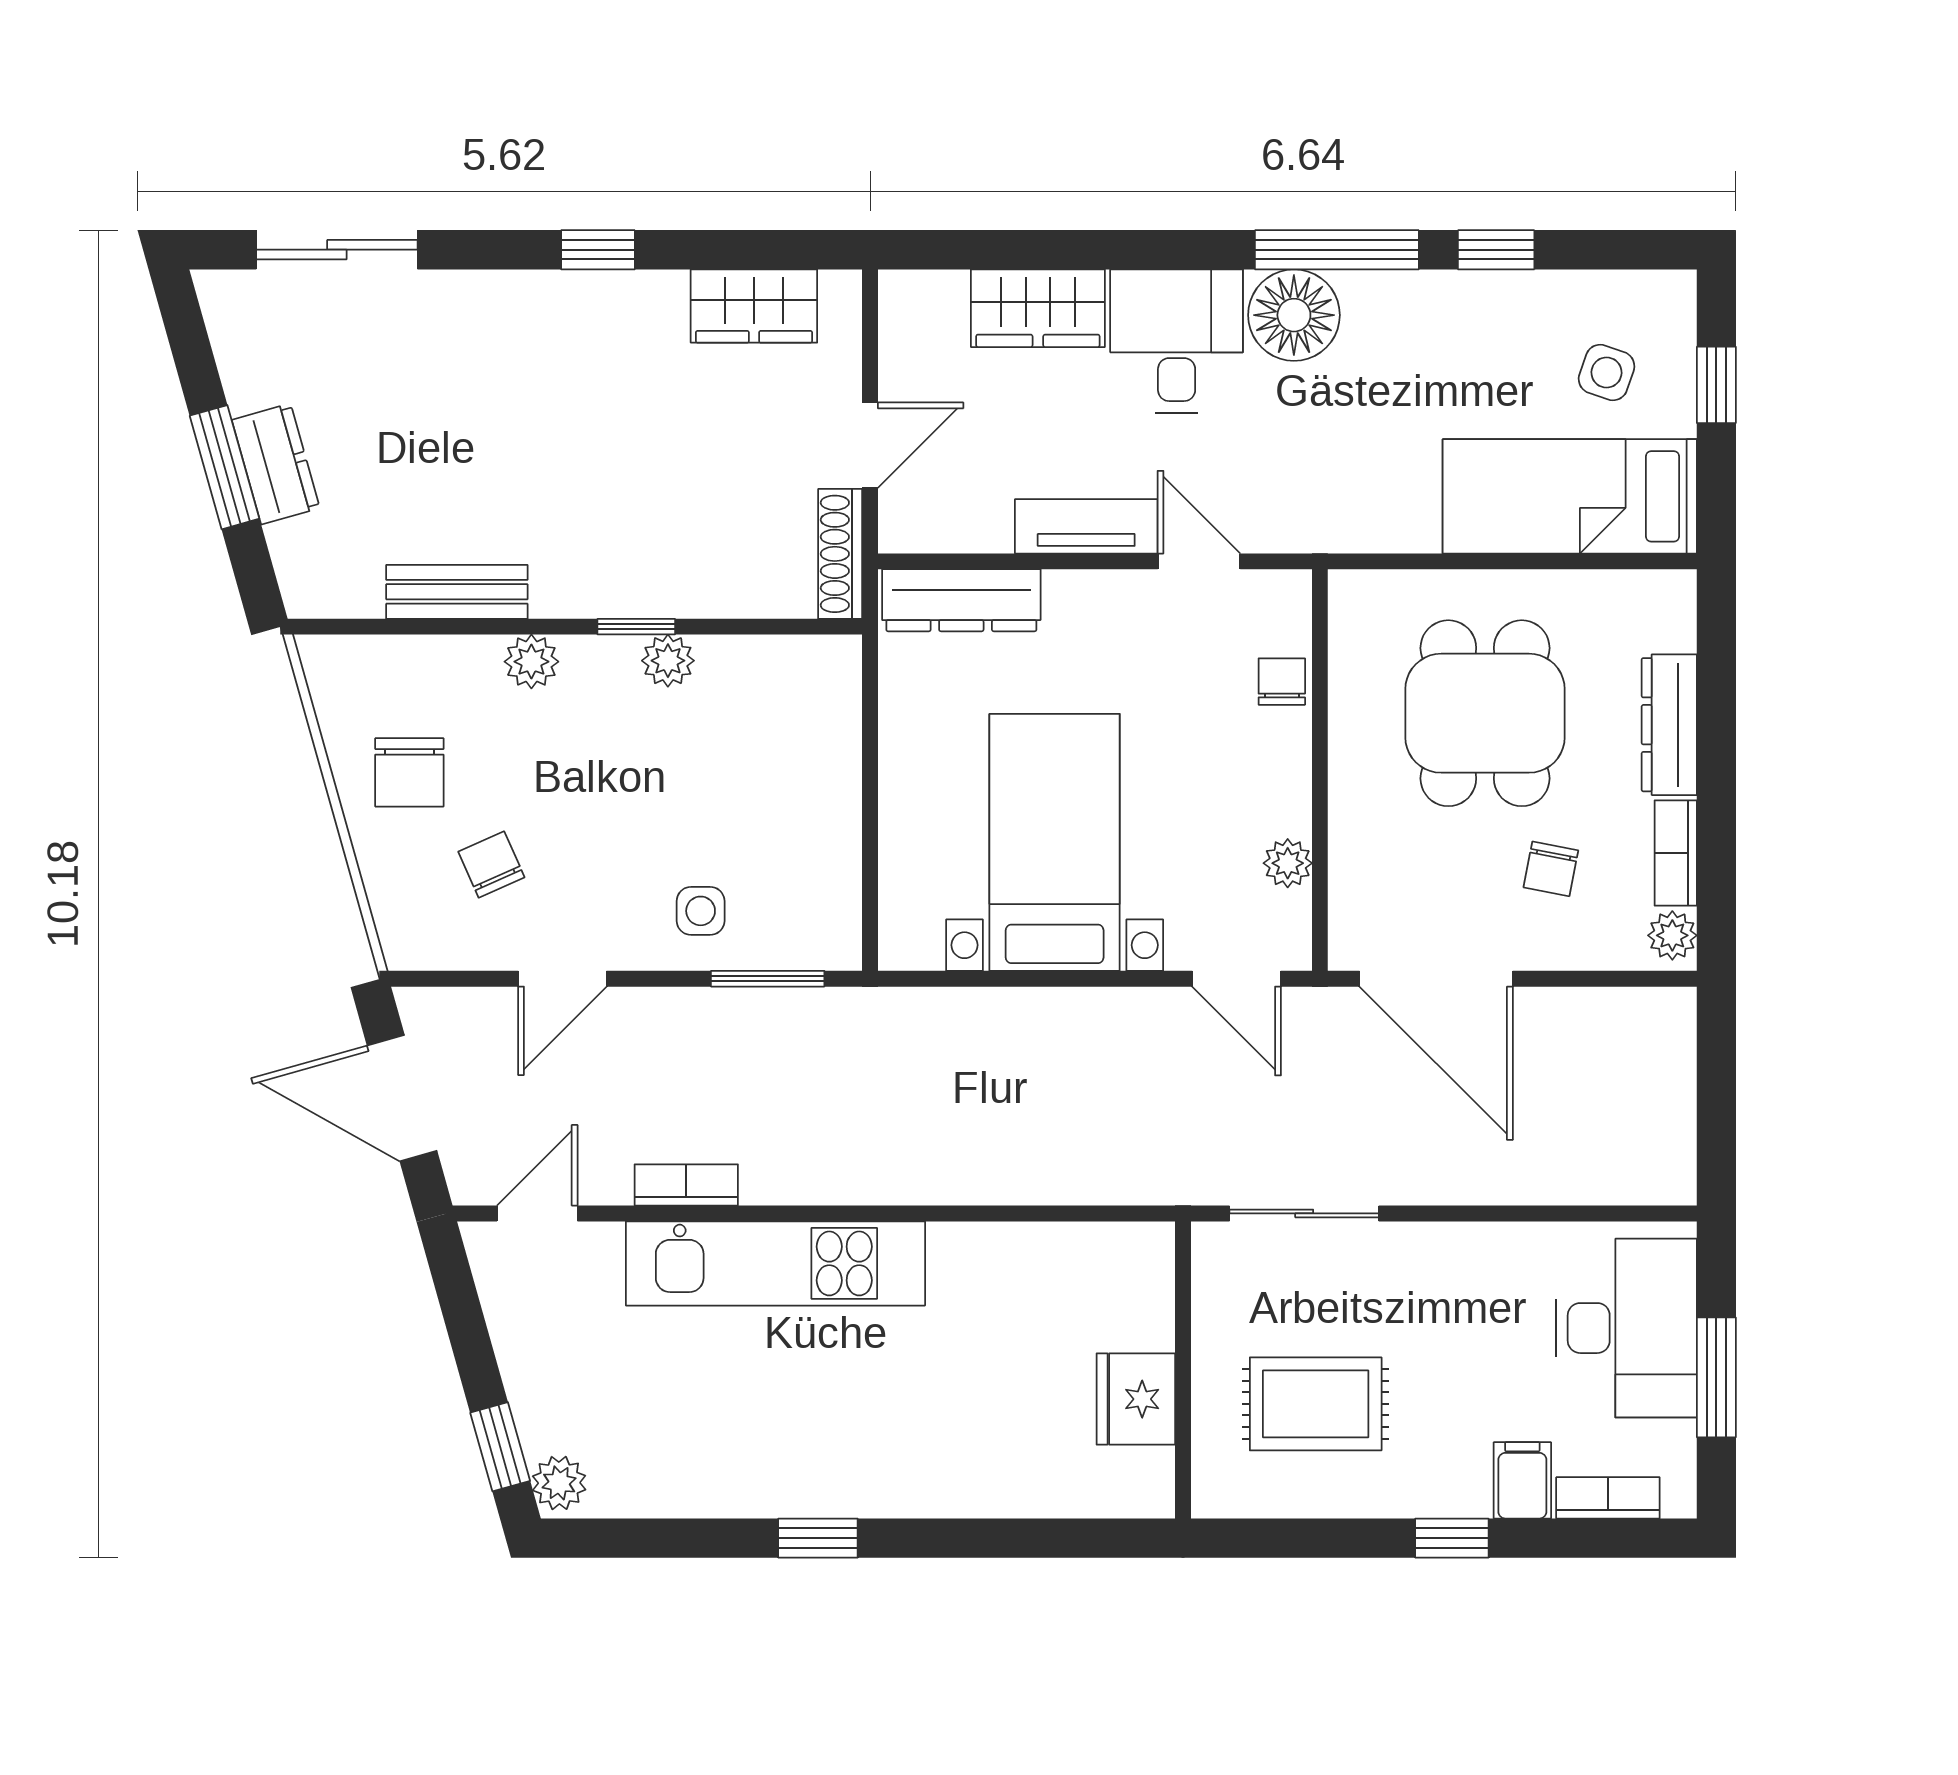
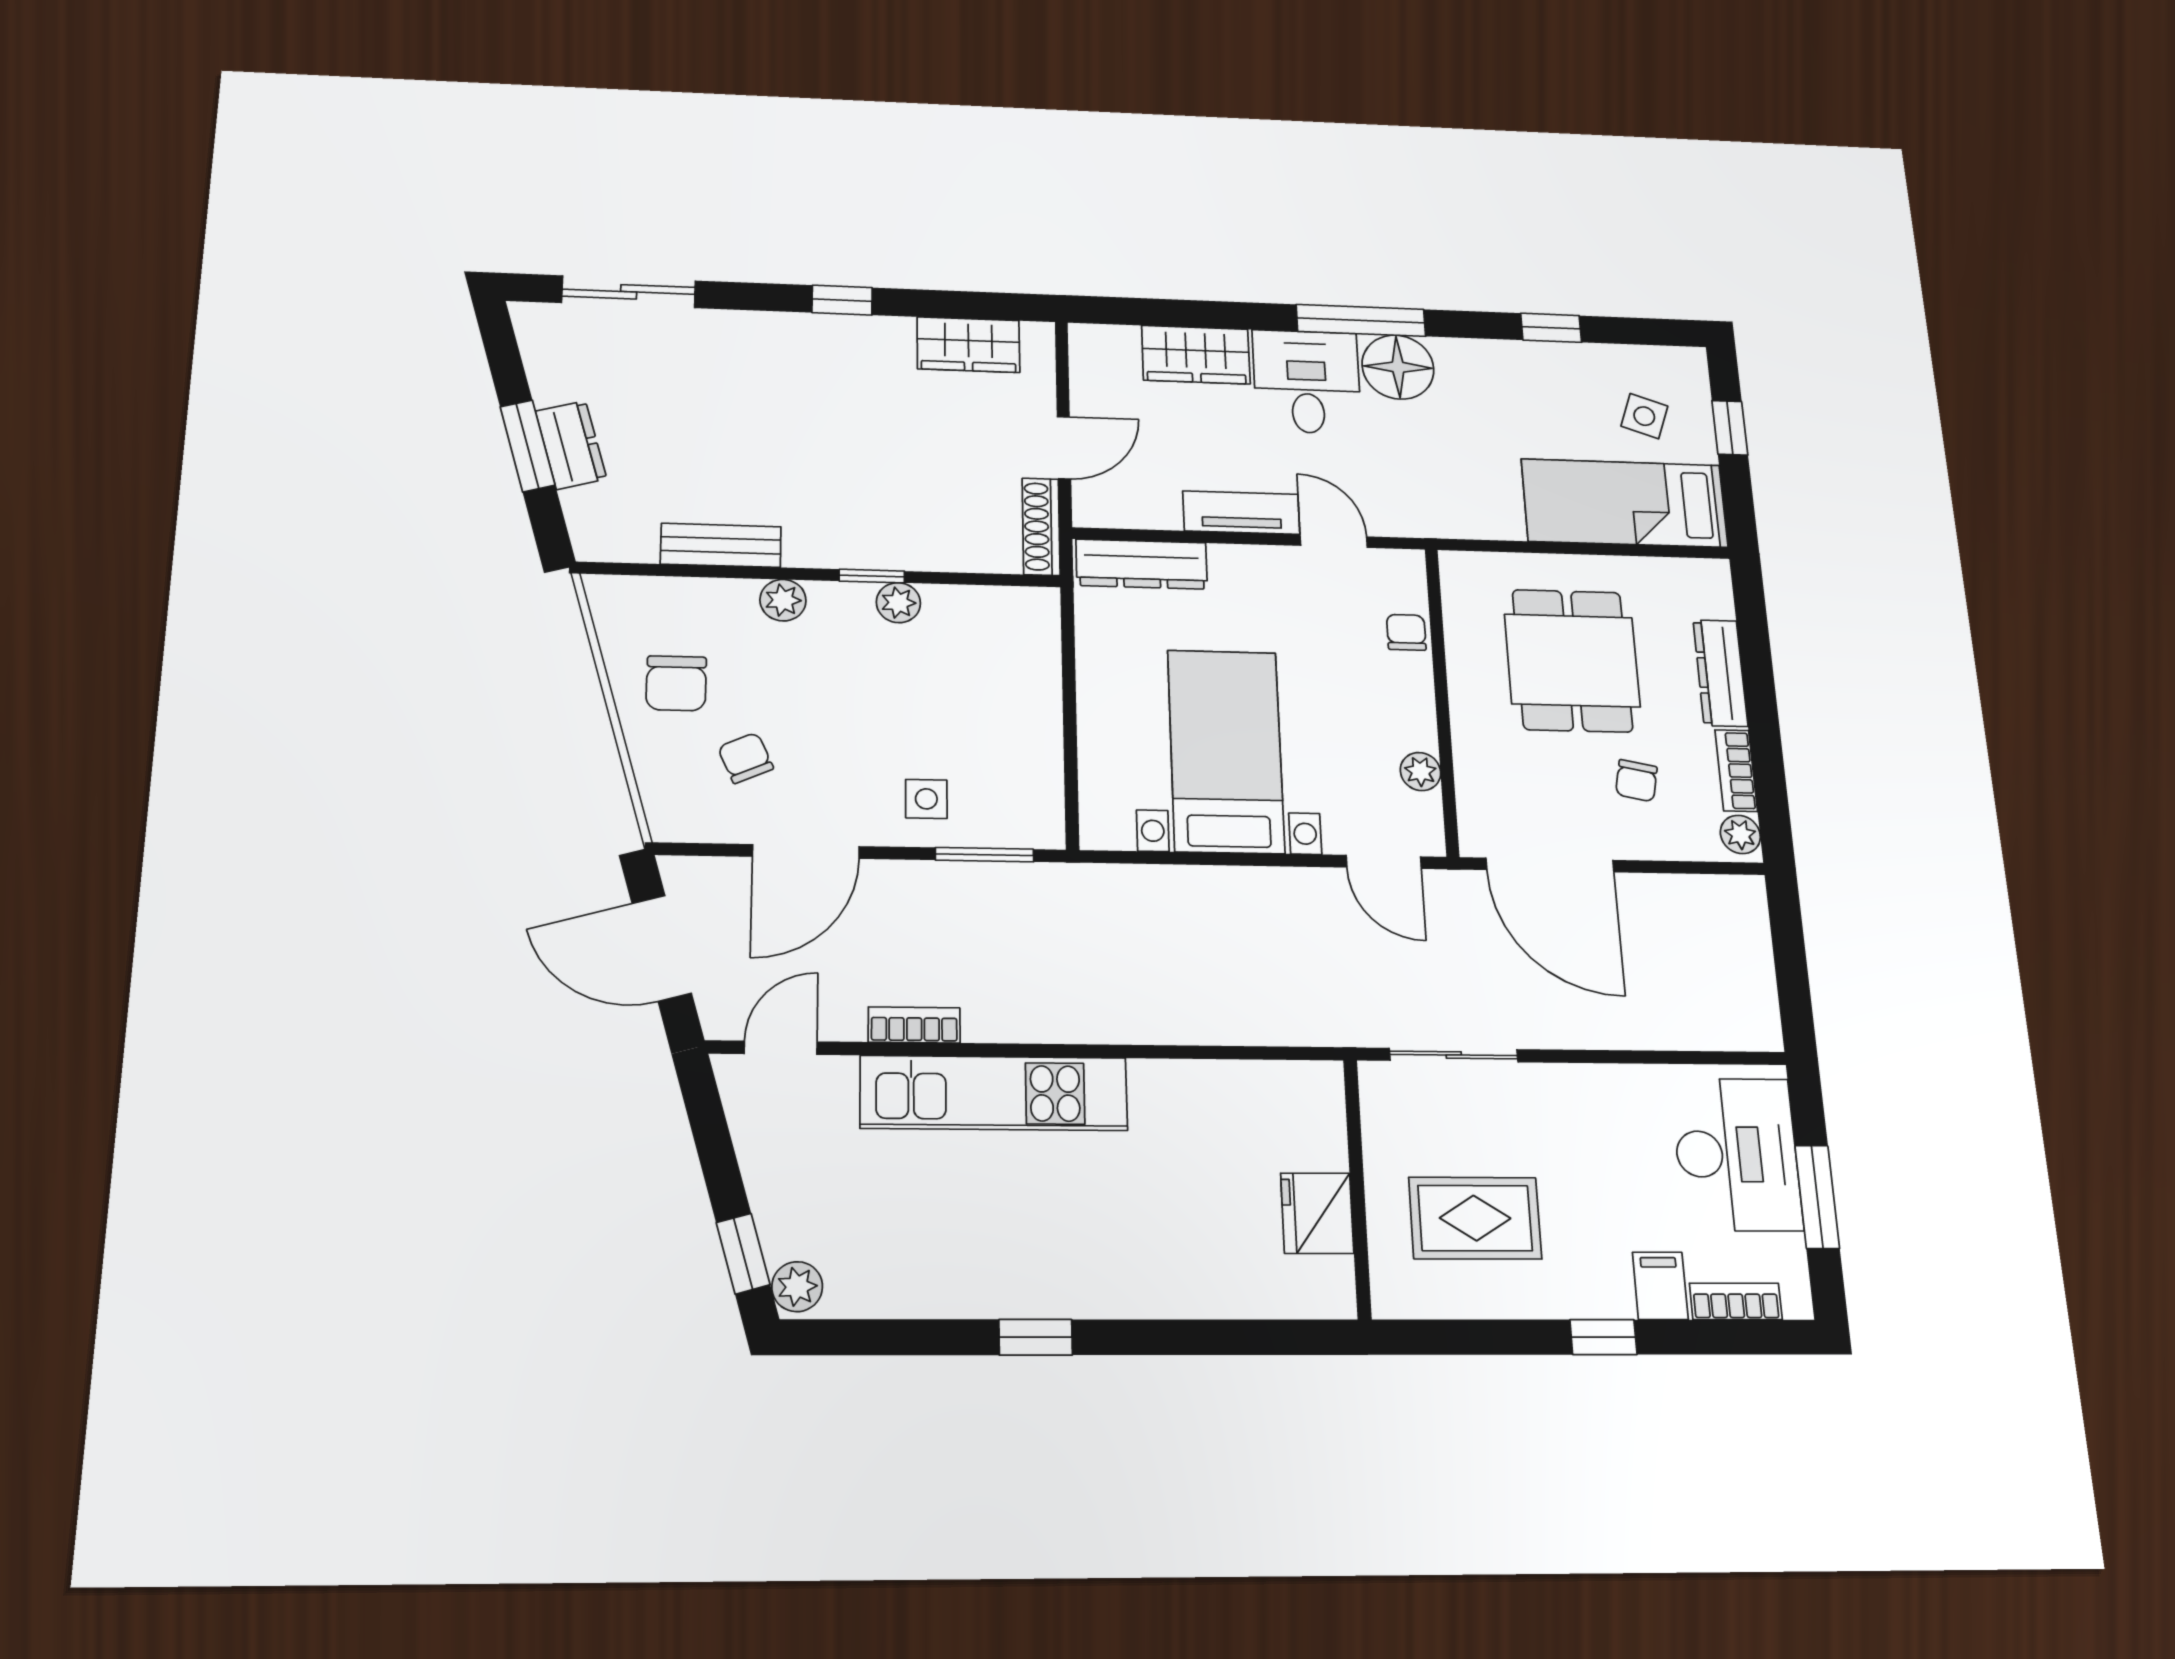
window: (1337, 250) -> (1361, 320), moved
door: (562, 979) -> (806, 851), width x1.38

